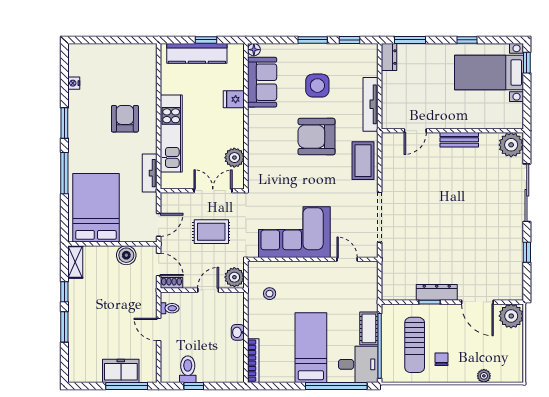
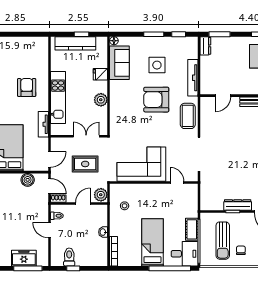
plant: (234, 158) -> (101, 100), moved

